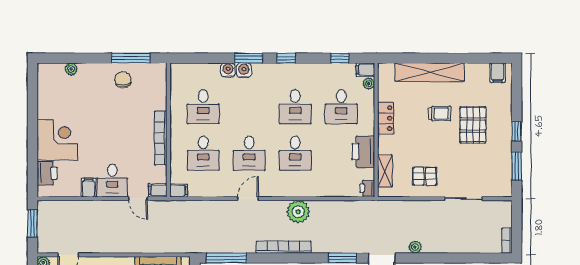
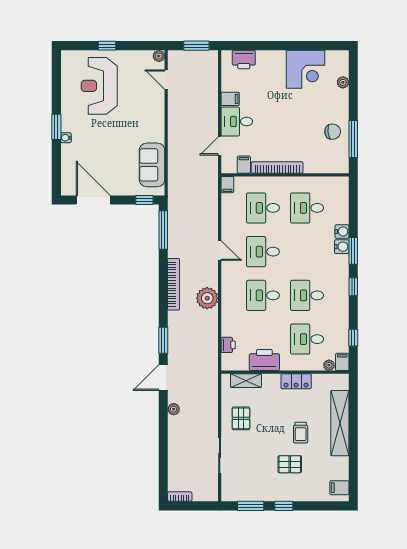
pallet: (473, 125) -> (290, 464), width x0.67, depth x0.71
corner desk: (57, 140) -> (305, 69), moved
printer: (367, 188) -> (228, 345), moved, turned 90
filing cabinet: (158, 190) -> (244, 165), moved

